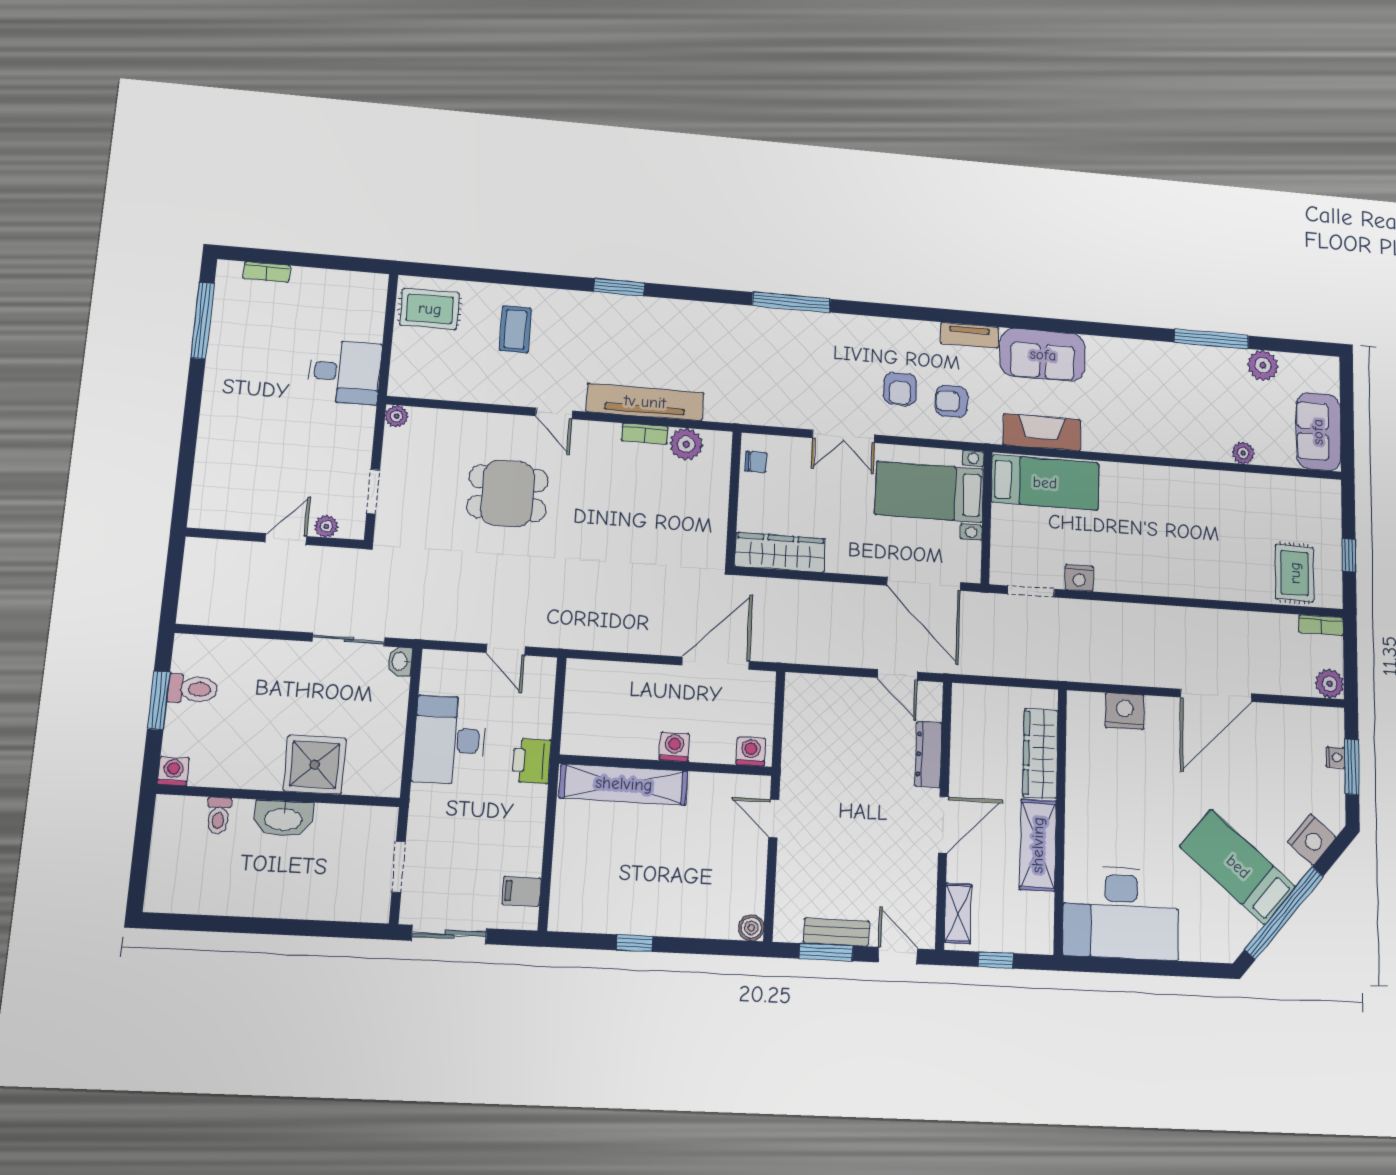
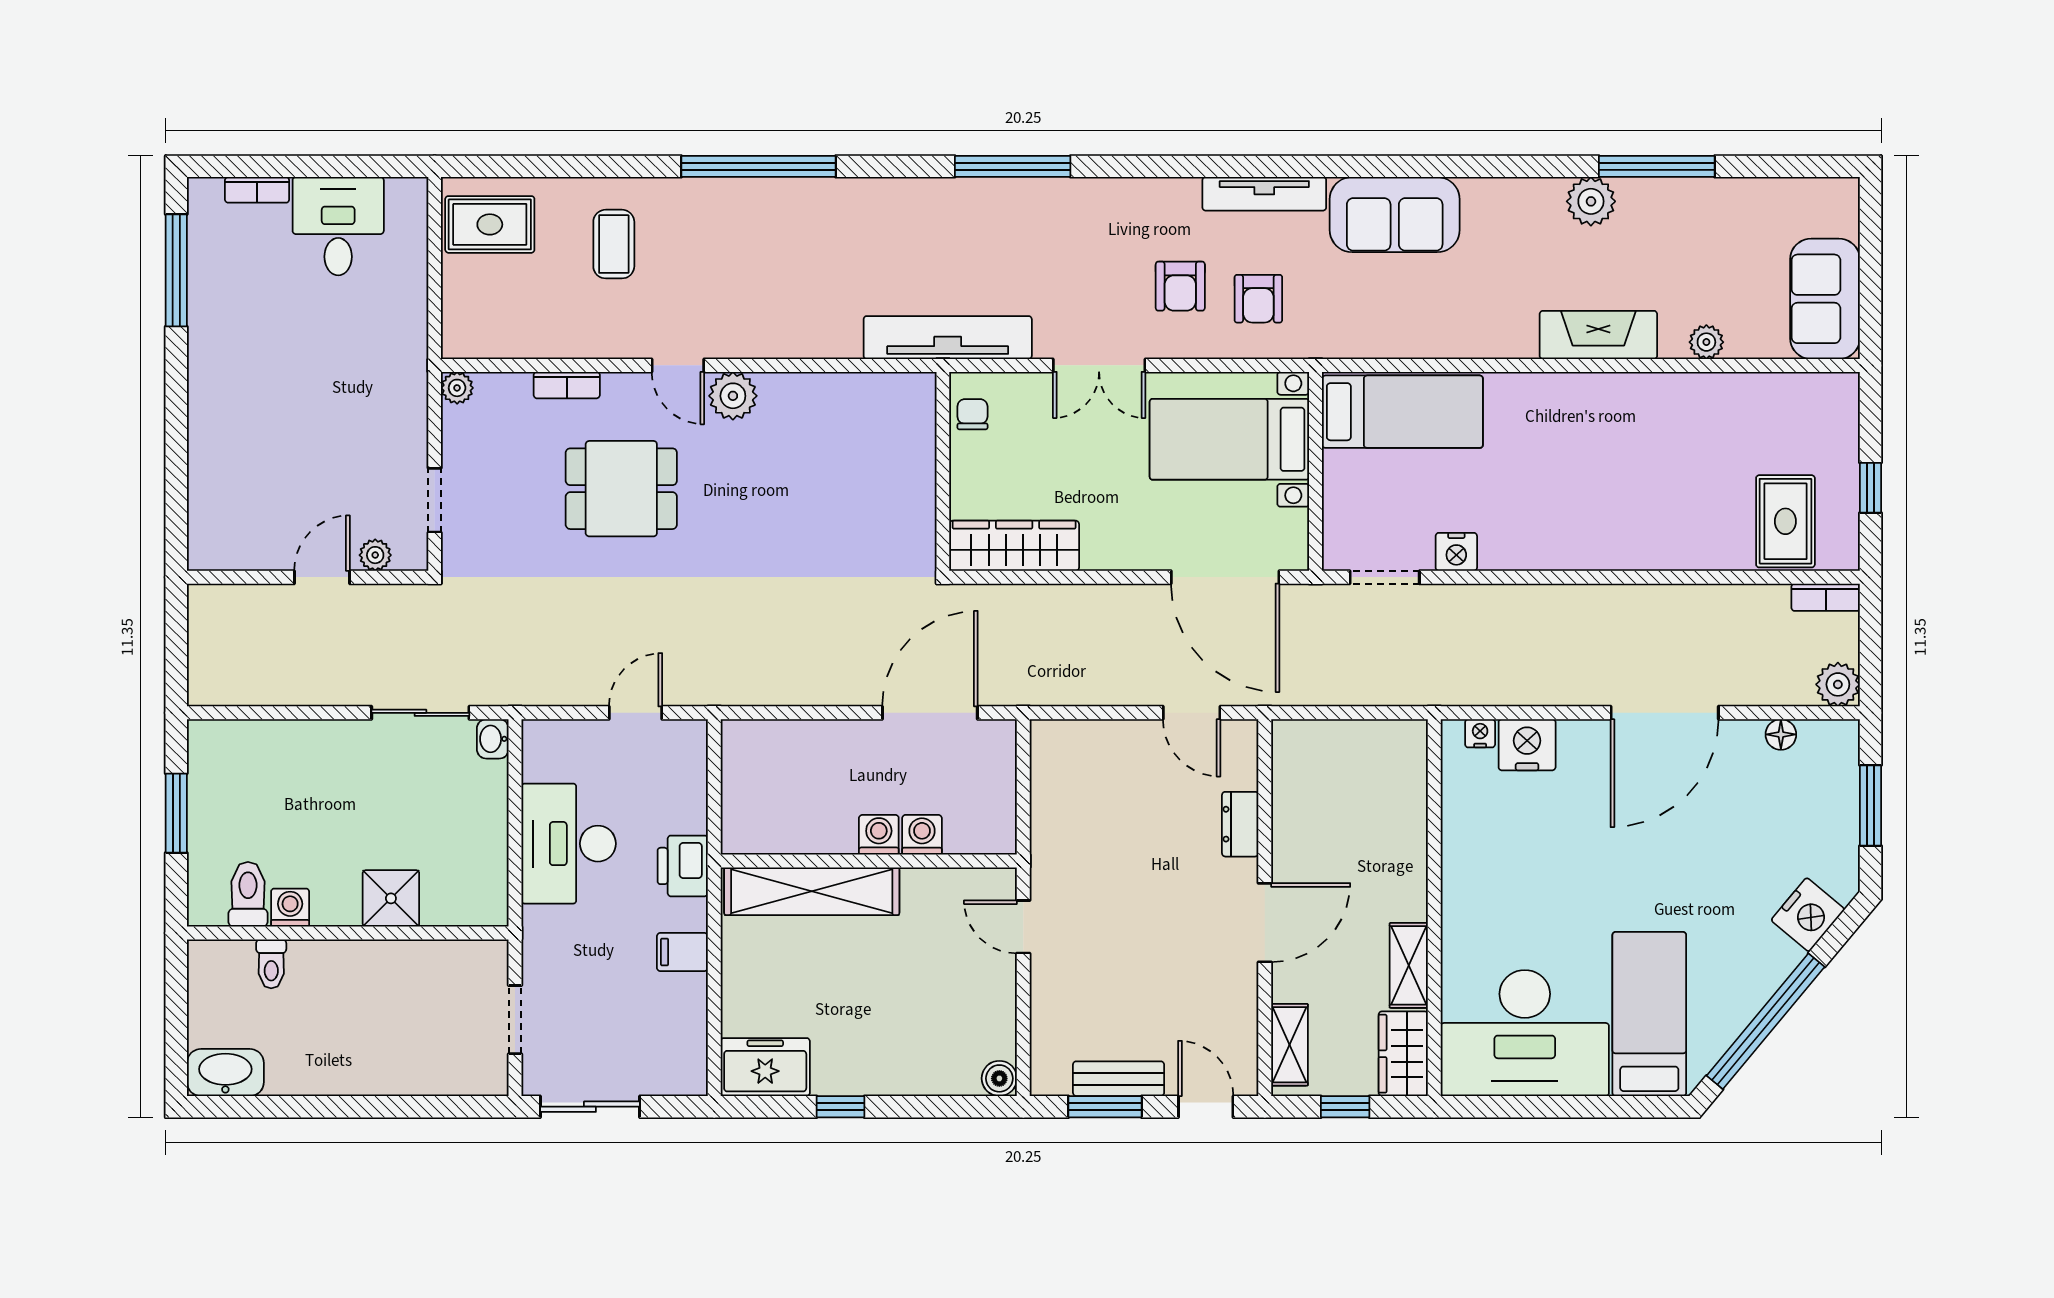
window: (619, 287) -> (758, 166), width x2.11
tv unit: (969, 335) -> (1264, 194), width x1.41
plant: (1263, 365) -> (1591, 201), moved
desk: (344, 372) -> (338, 226), moved, turned -90
armchair: (952, 401) -> (1258, 299), turned -90
tv unit: (645, 402) -> (948, 338), moved
fireplace: (1042, 432) -> (1598, 335), moved
bookcase: (645, 434) -> (567, 385), moved
plant: (686, 444) -> (733, 396), moved
chair: (756, 462) -> (972, 414), turned -90
door: (506, 650) -> (636, 713), swing flipped
toilet: (193, 689) -> (248, 894), moved, turned -90
floor lamp: (1293, 715) -> (1781, 734), added
washing machine: (751, 751) -> (922, 835), moved
dresser: (928, 754) -> (1240, 824), width x0.70
wardrobe: (1040, 754) -> (1403, 1054), moved, width x0.67
nightstand: (1336, 757) -> (1480, 733), moved, turned -90
shower: (315, 765) -> (391, 898), width x0.73, depth x0.73
washing machine: (173, 771) -> (290, 908), moved
washbasin: (283, 818) -> (225, 1073), moved, turned 180
shelving: (1038, 845) -> (1409, 965), width x0.67, depth x0.75
bed: (1238, 867) -> (1649, 1014), moved, turned 50
filing cabinet: (522, 891) -> (682, 952), moved
freezer: (581, 911) -> (765, 1067), added

